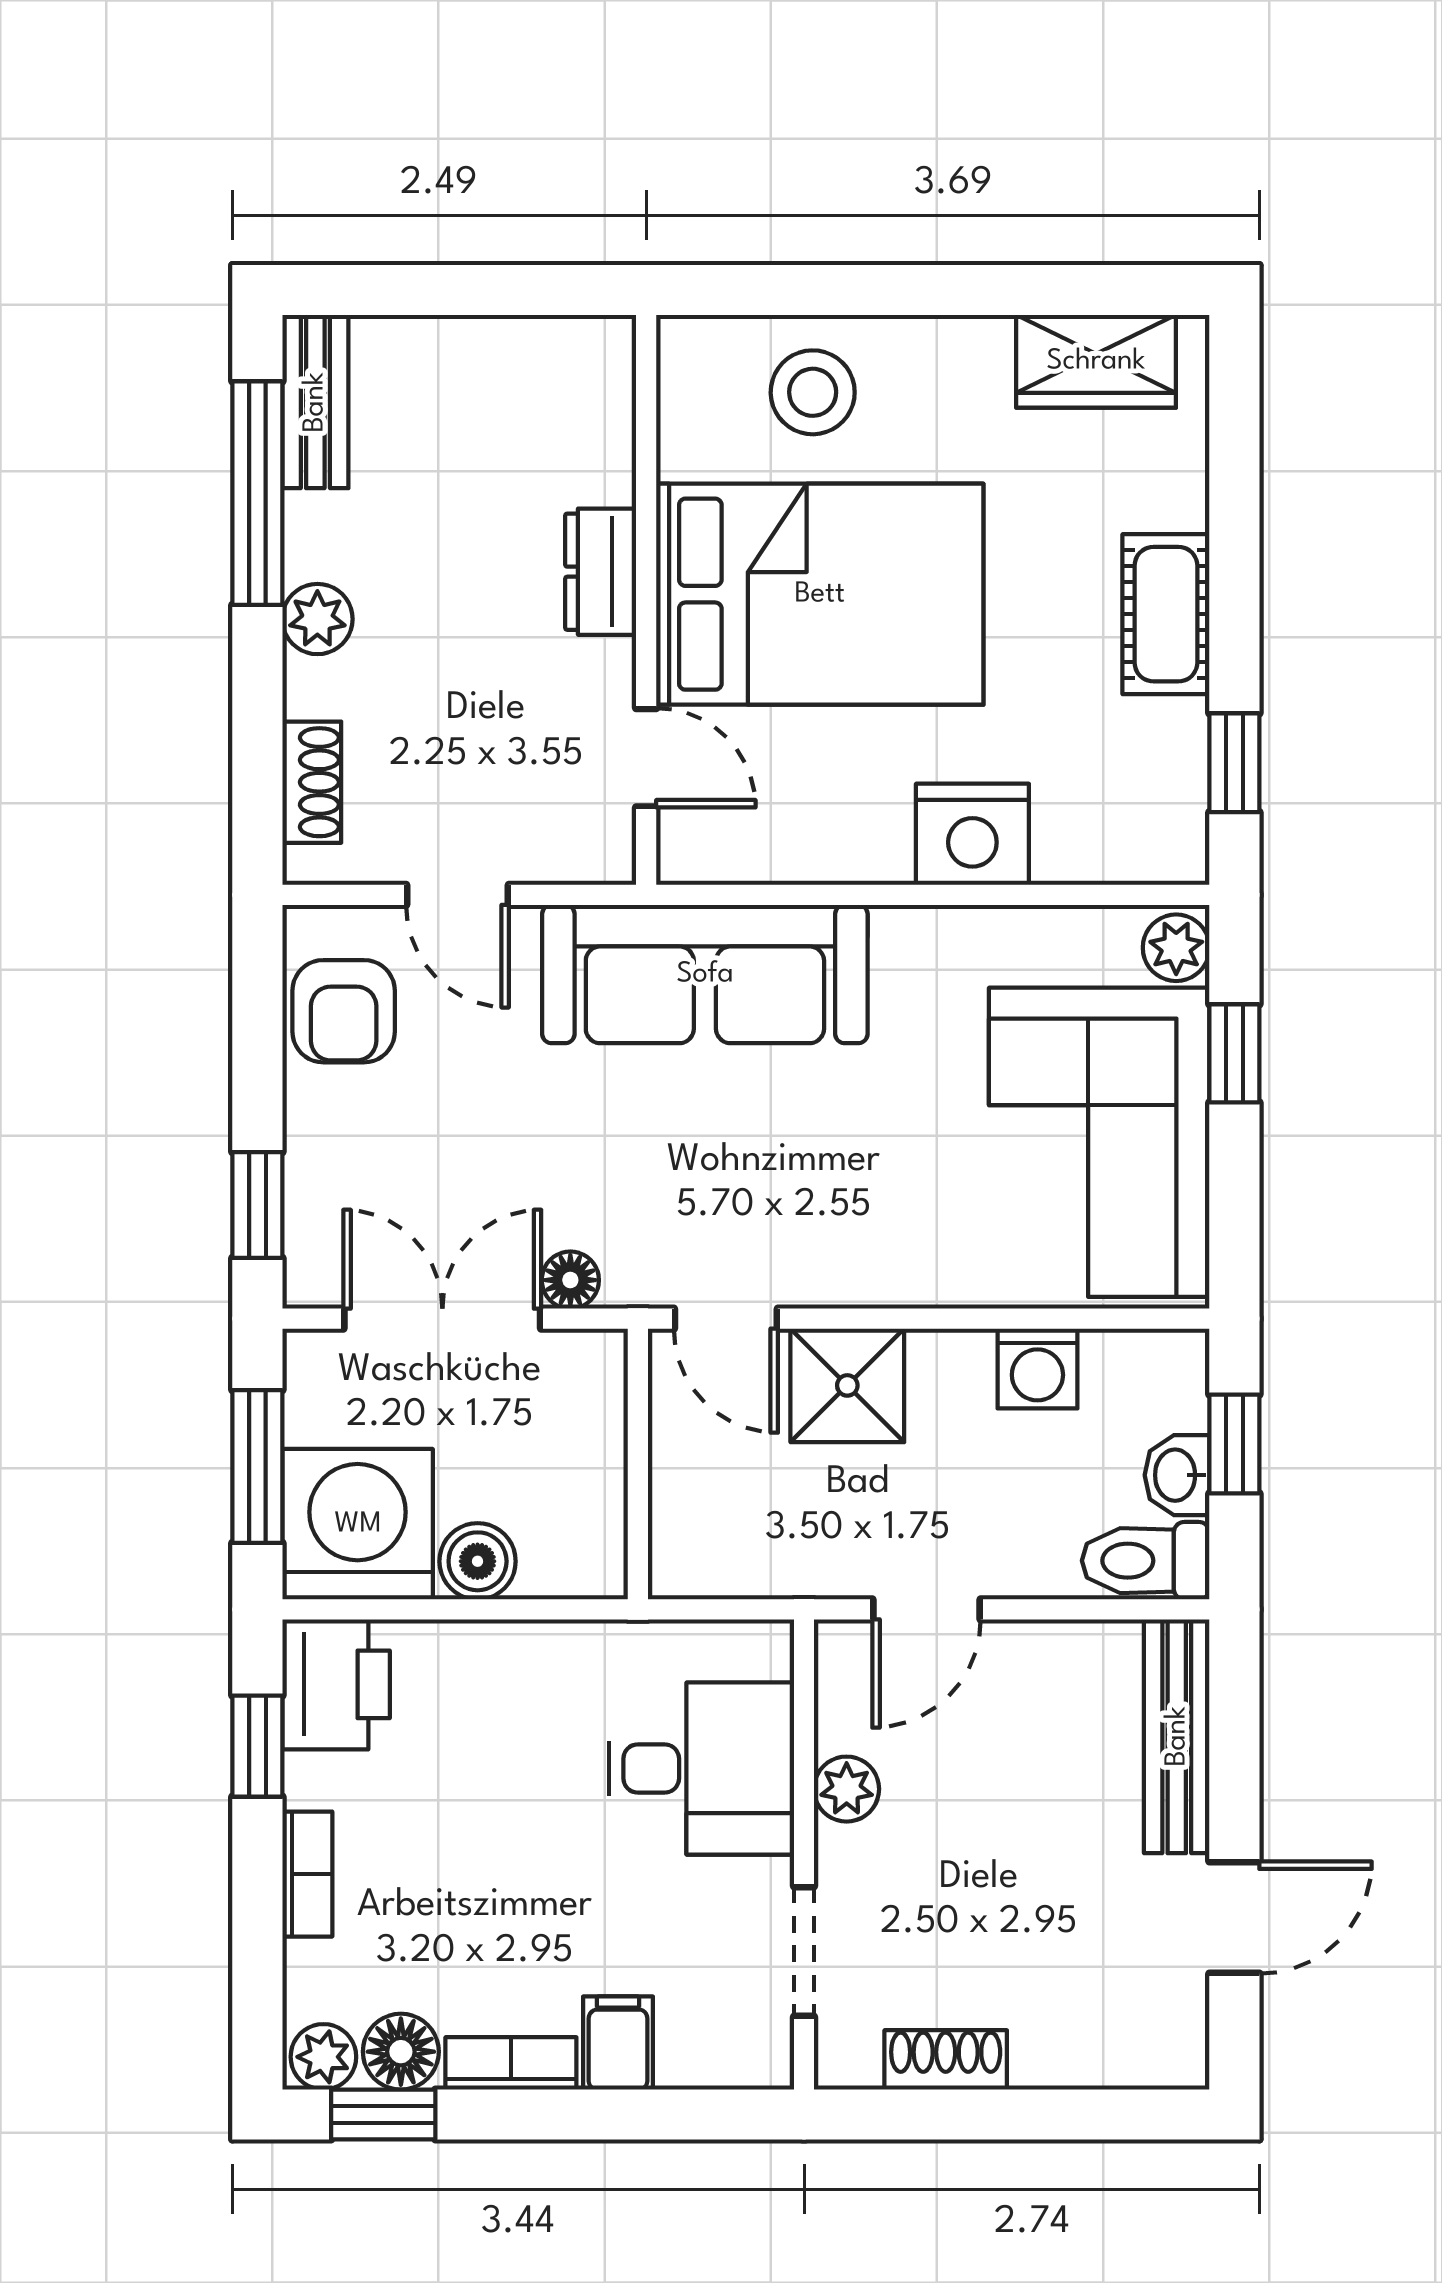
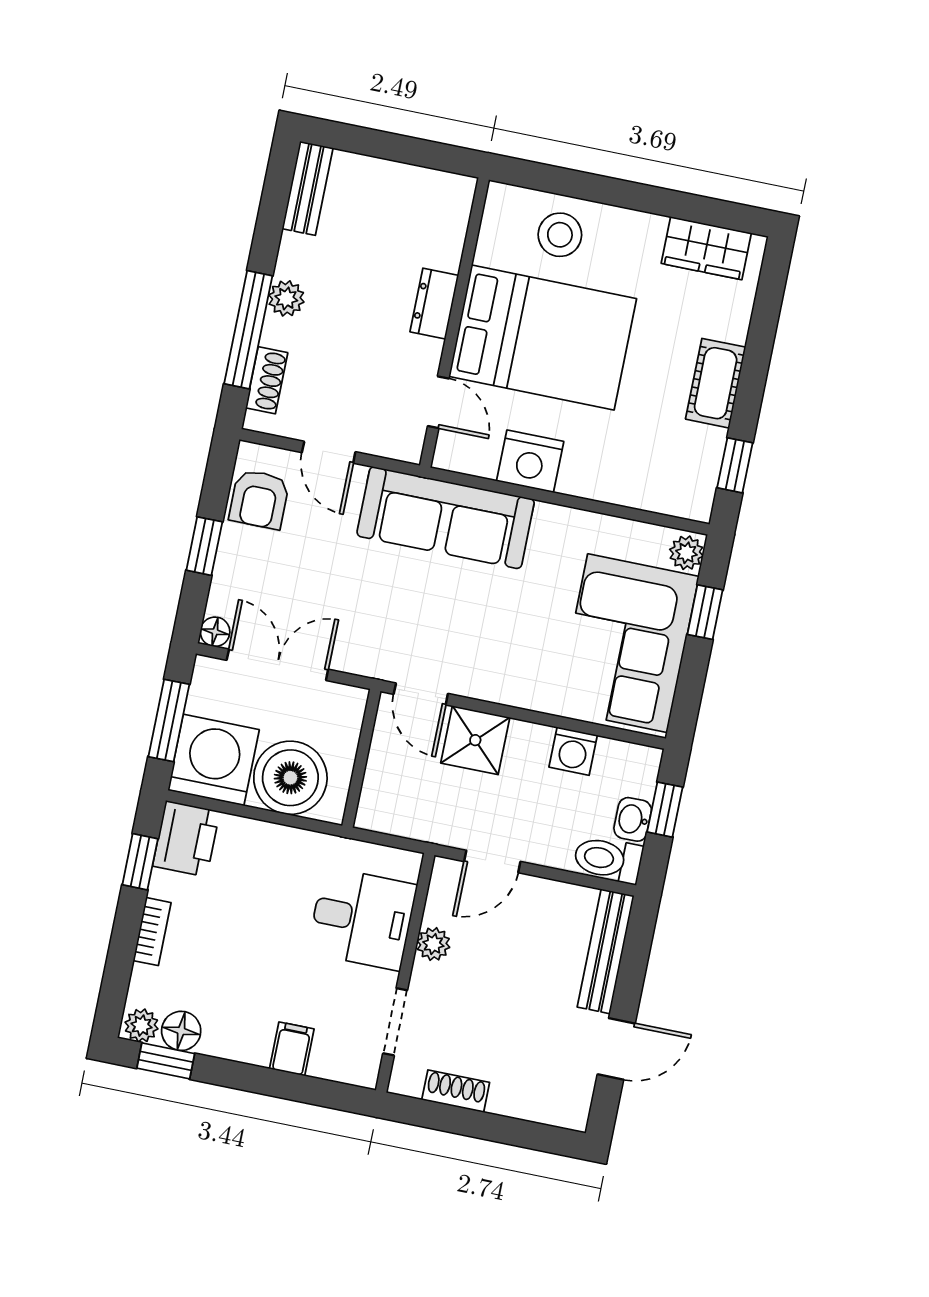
window: (257, 493) -> (248, 330), moved
nightstand: (972, 834) -> (530, 461), moved
window: (257, 1205) -> (204, 546), moved
floor lamp: (570, 1280) -> (215, 632), moved
boiler: (478, 1561) -> (290, 778), width x1.86, depth x1.86
bookcase: (511, 2063) -> (236, 1048), removed

